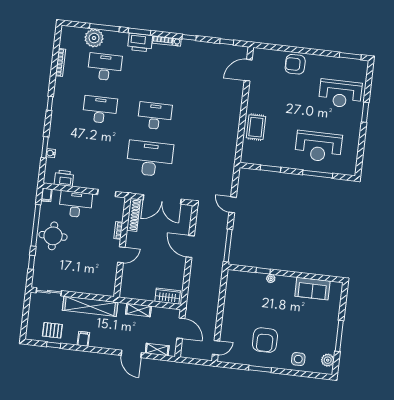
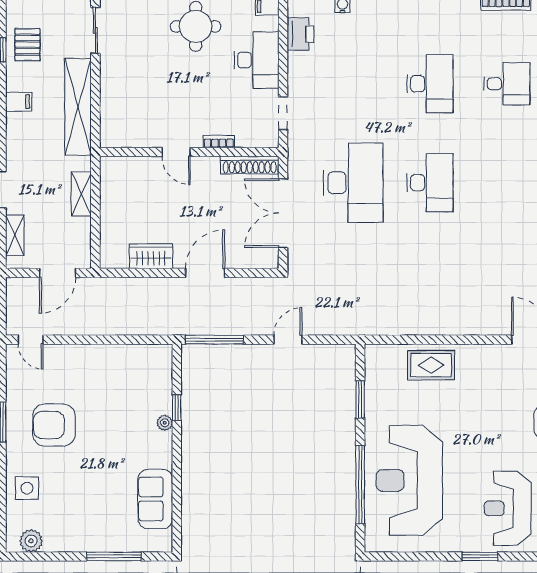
desk: (105, 67) -> (507, 84), width x0.73
reception desk: (318, 147) -> (409, 480), width x1.36, depth x1.30
window: (318, 174) -> (360, 485), width x1.46
wardrobe: (168, 296) -> (151, 256), moved, turned -90
window: (339, 336) -> (114, 556), moved

